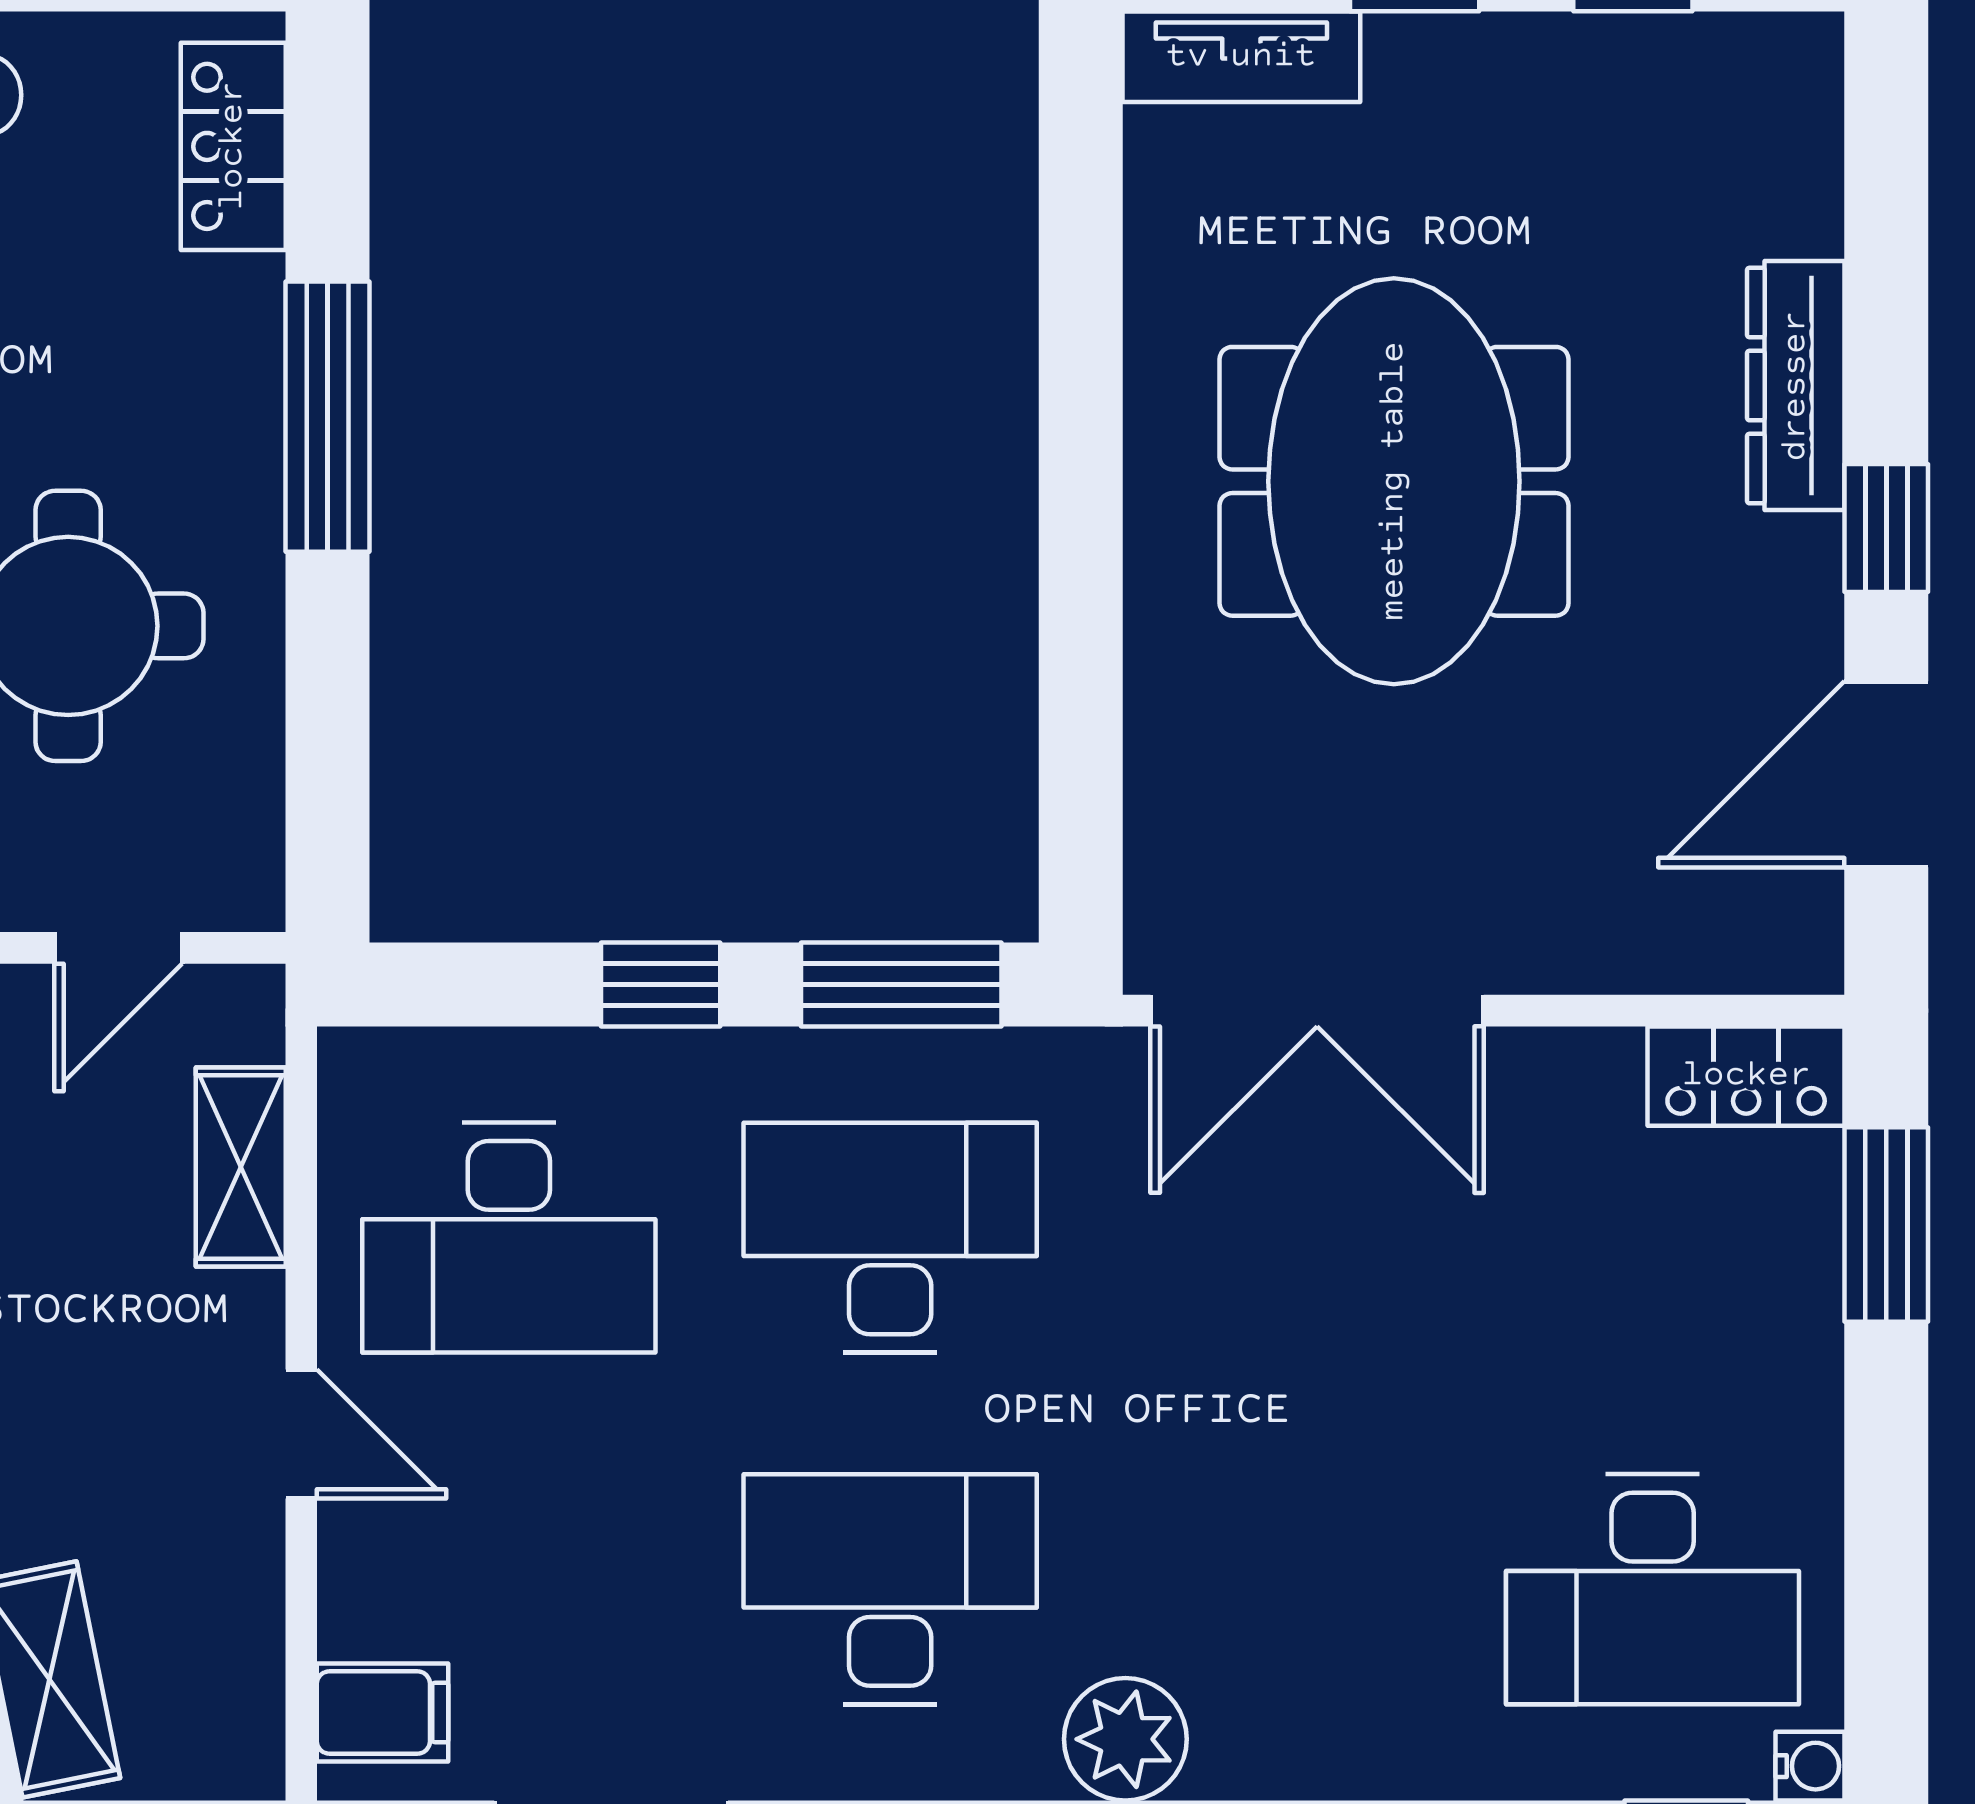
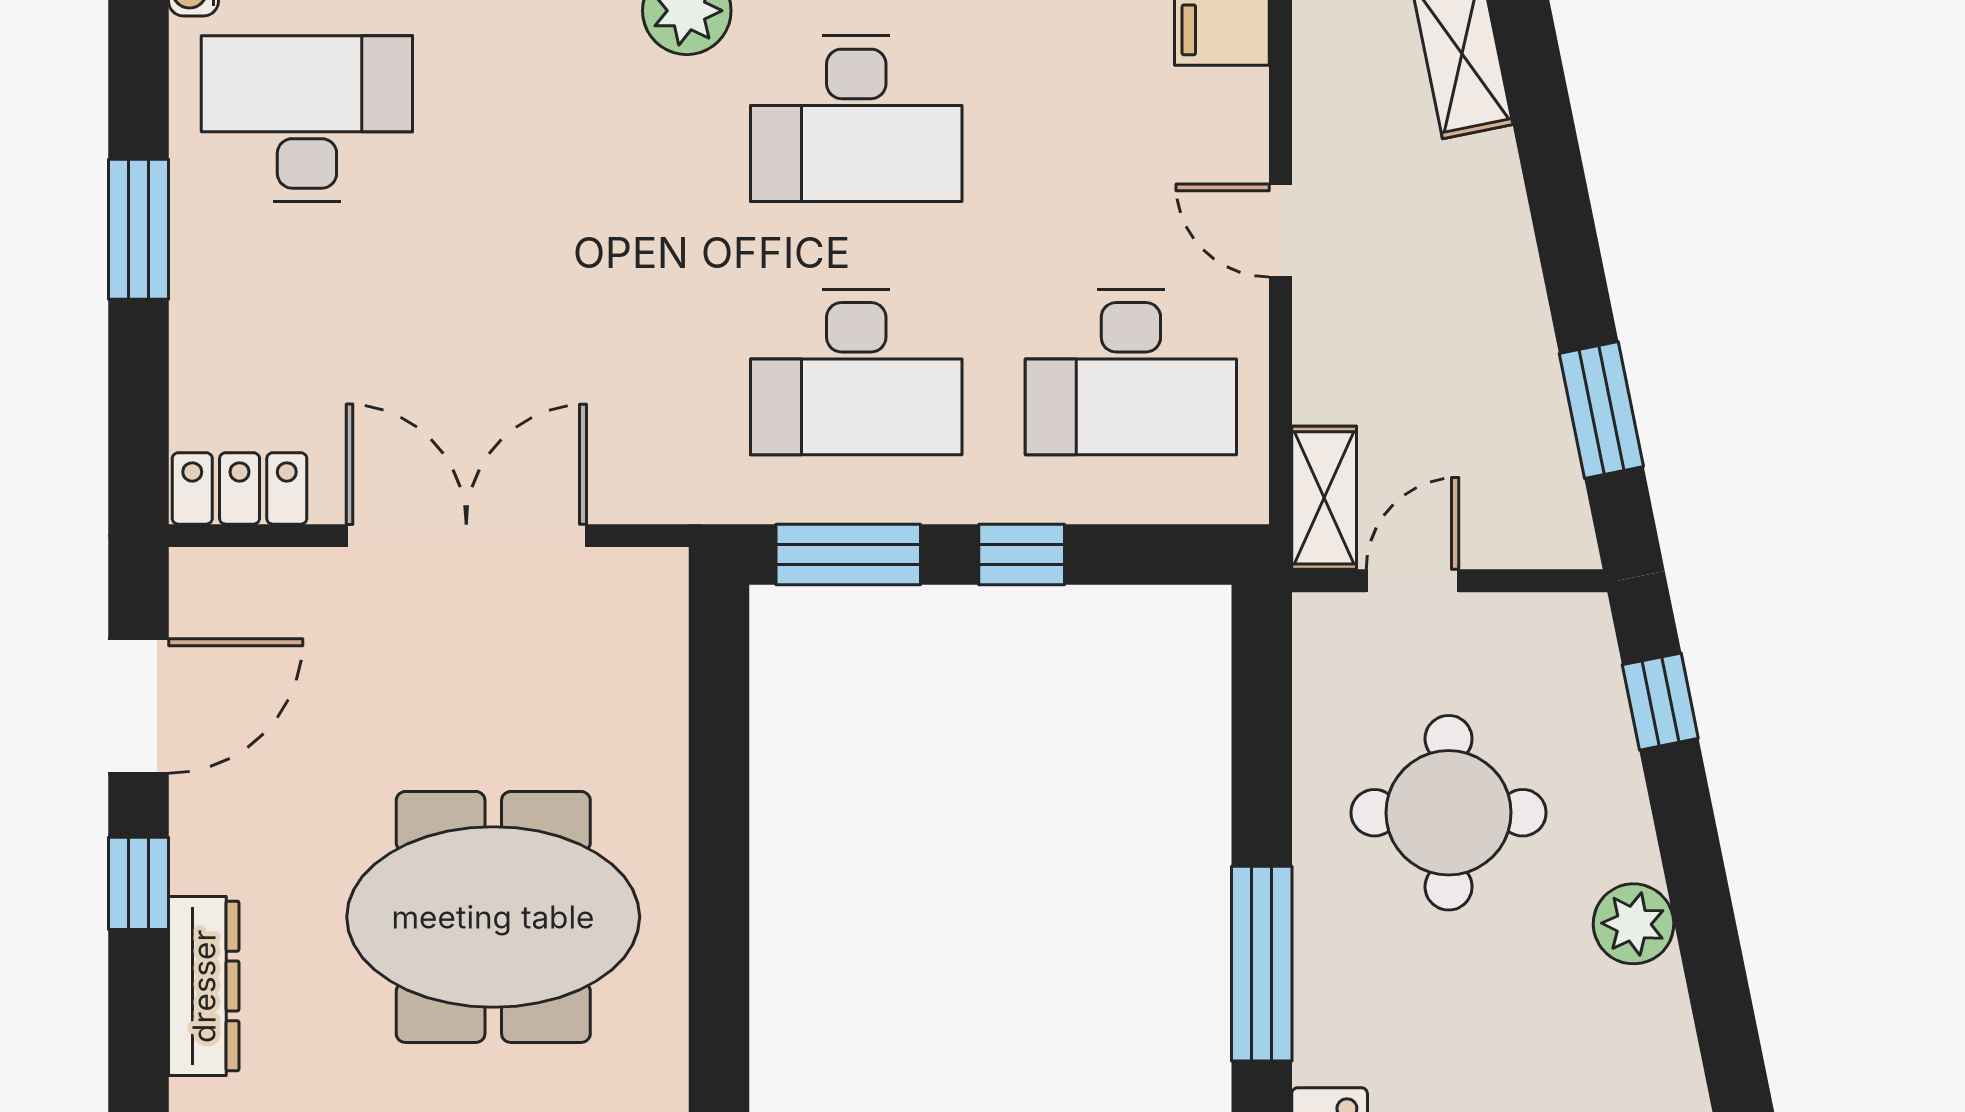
meeting table: (1394, 481) -> (493, 917), turned 90
double door: (1317, 1011) -> (466, 536), moved
shelving: (241, 1167) -> (1324, 498), moved
window: (1886, 1225) -> (138, 229), moved
desk: (509, 1238) -> (1131, 372), turned 180

